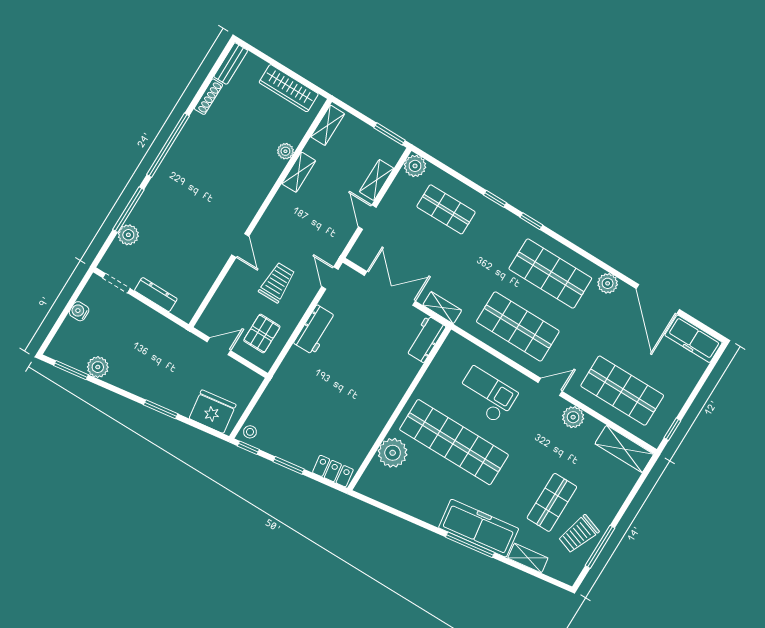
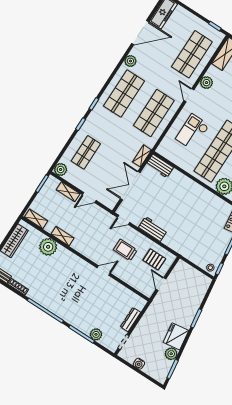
plant: (285, 151) -> (48, 247), width x1.88, depth x1.88
fridge: (213, 412) -> (176, 336), moved

